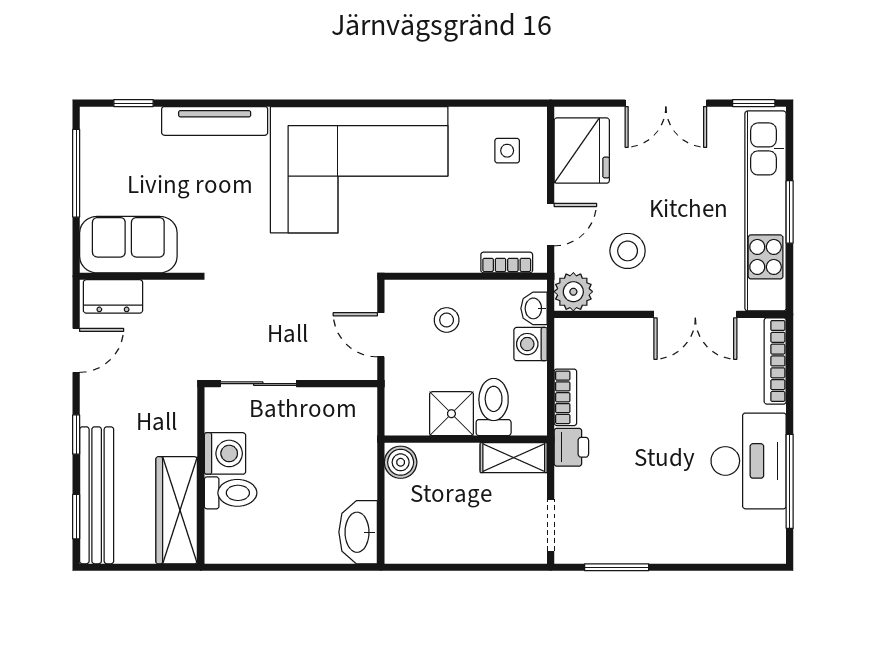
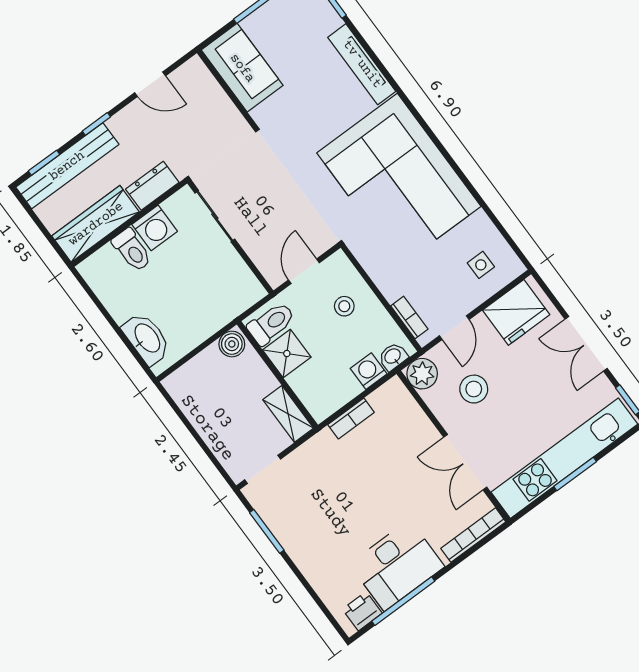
door: (551, 225) -> (454, 328), hinge flipped
dresser: (113, 296) -> (152, 186), moved, turned 90
toilet: (494, 407) -> (271, 323), moved
printer: (571, 447) -> (362, 611), moved, turned 180
washbasin: (358, 532) -> (147, 339), moved, turned 90

